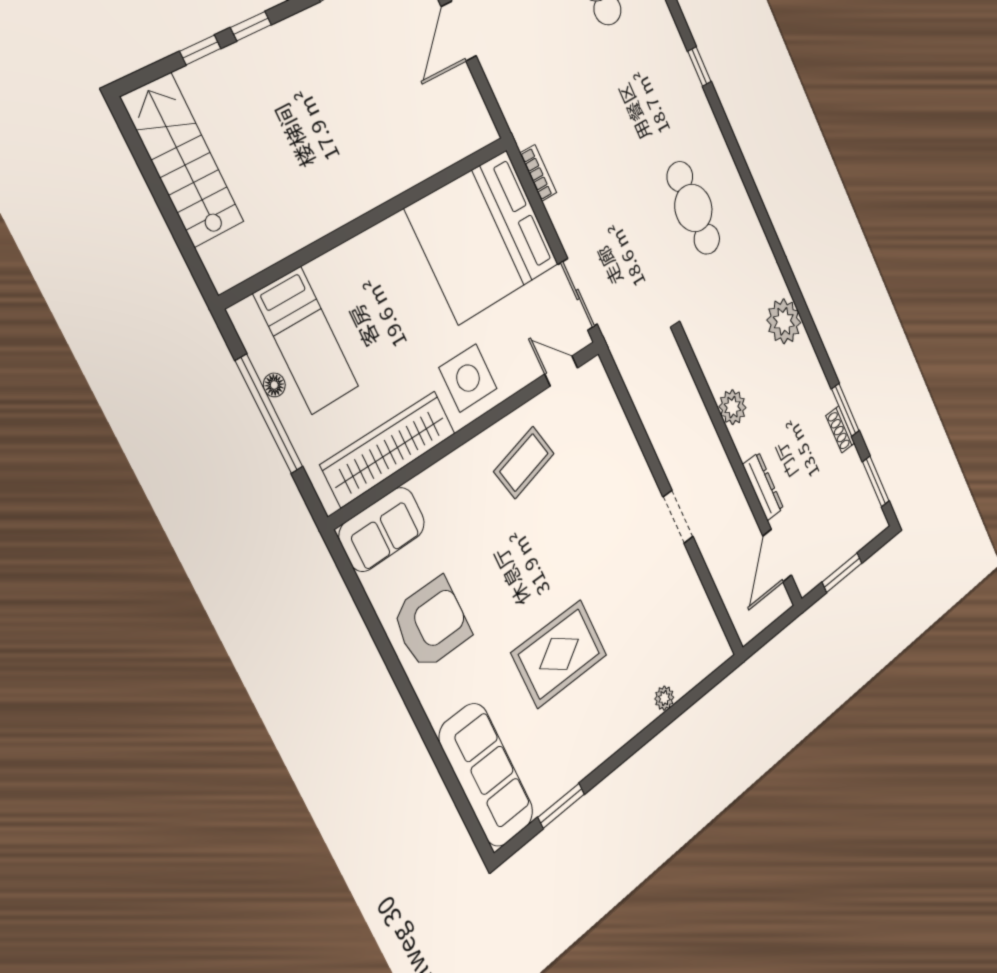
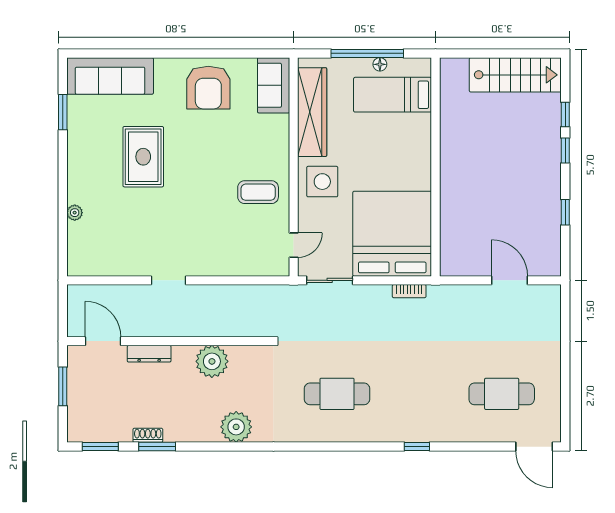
plant: (733, 407) -> (212, 361), width x1.36, depth x1.36
coffee table: (524, 462) -> (258, 192), turned -76

